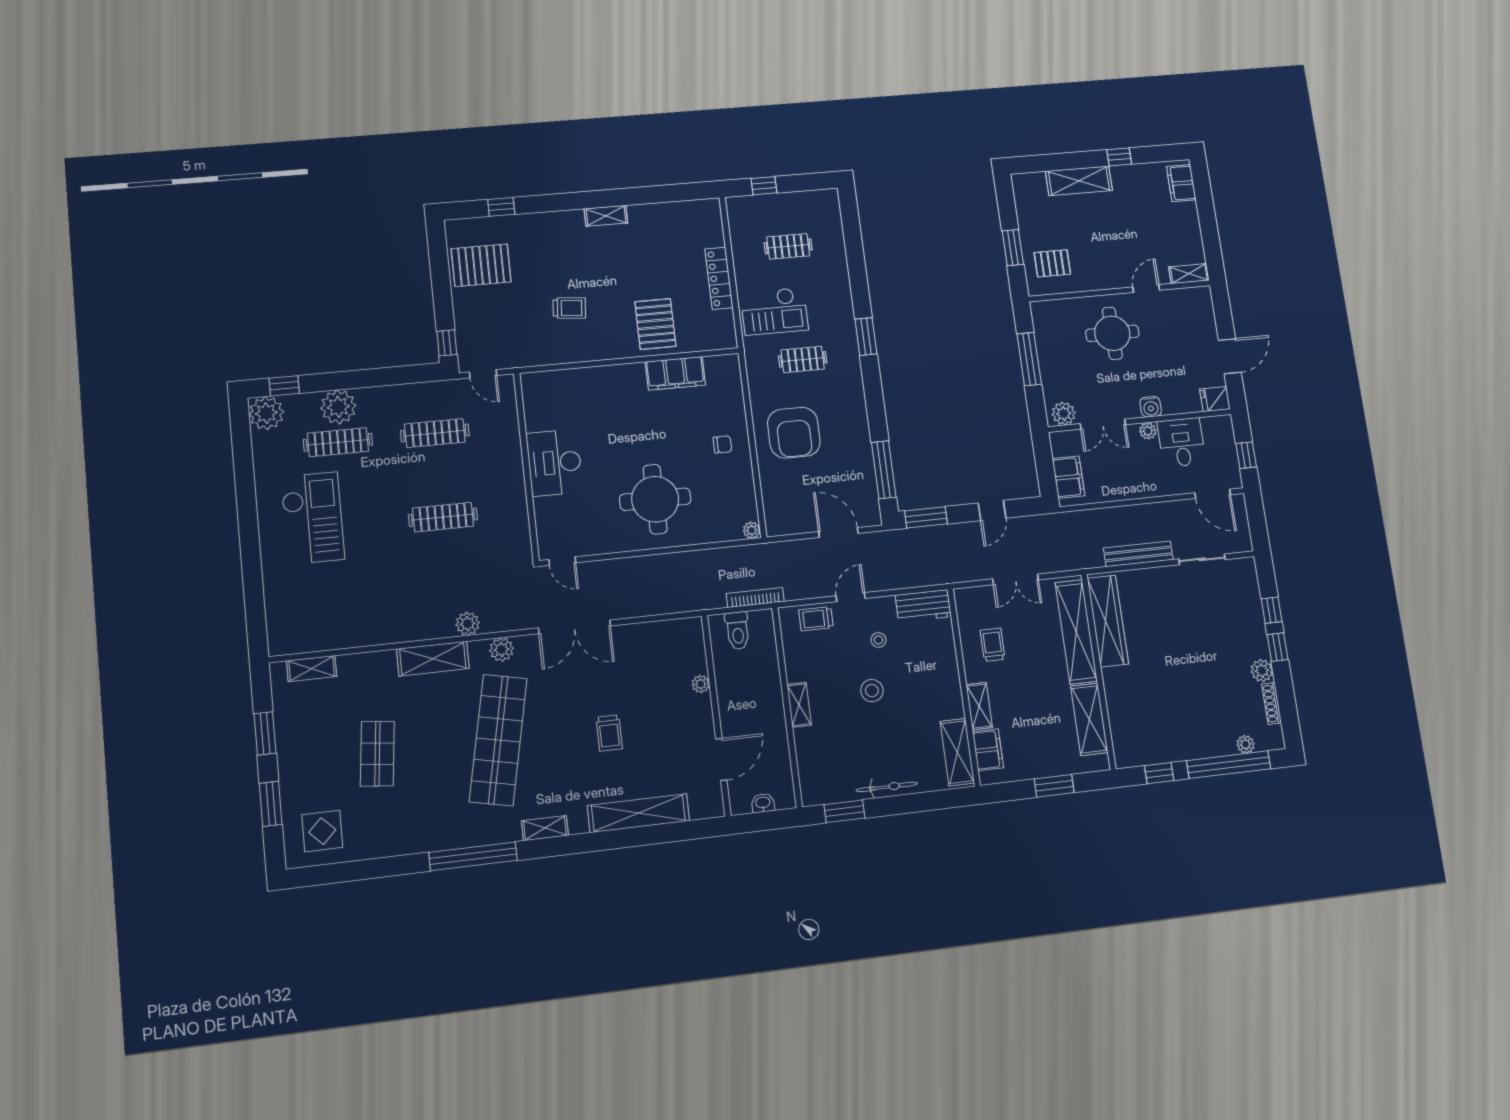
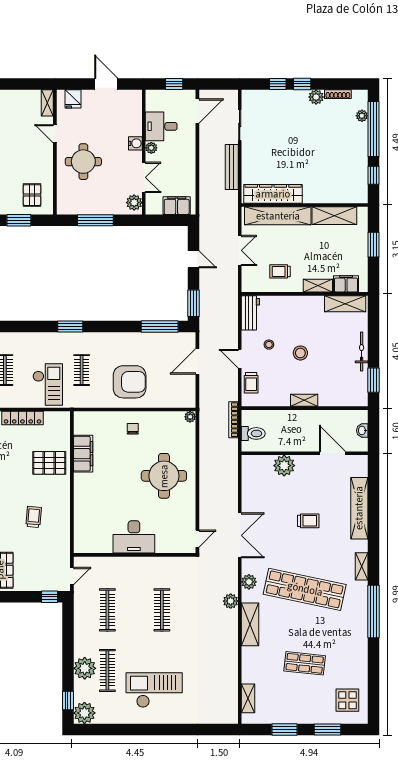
fridge: (1215, 399) -> (73, 99), moved
plant: (701, 684) -> (284, 466), width x1.88, depth x1.88

